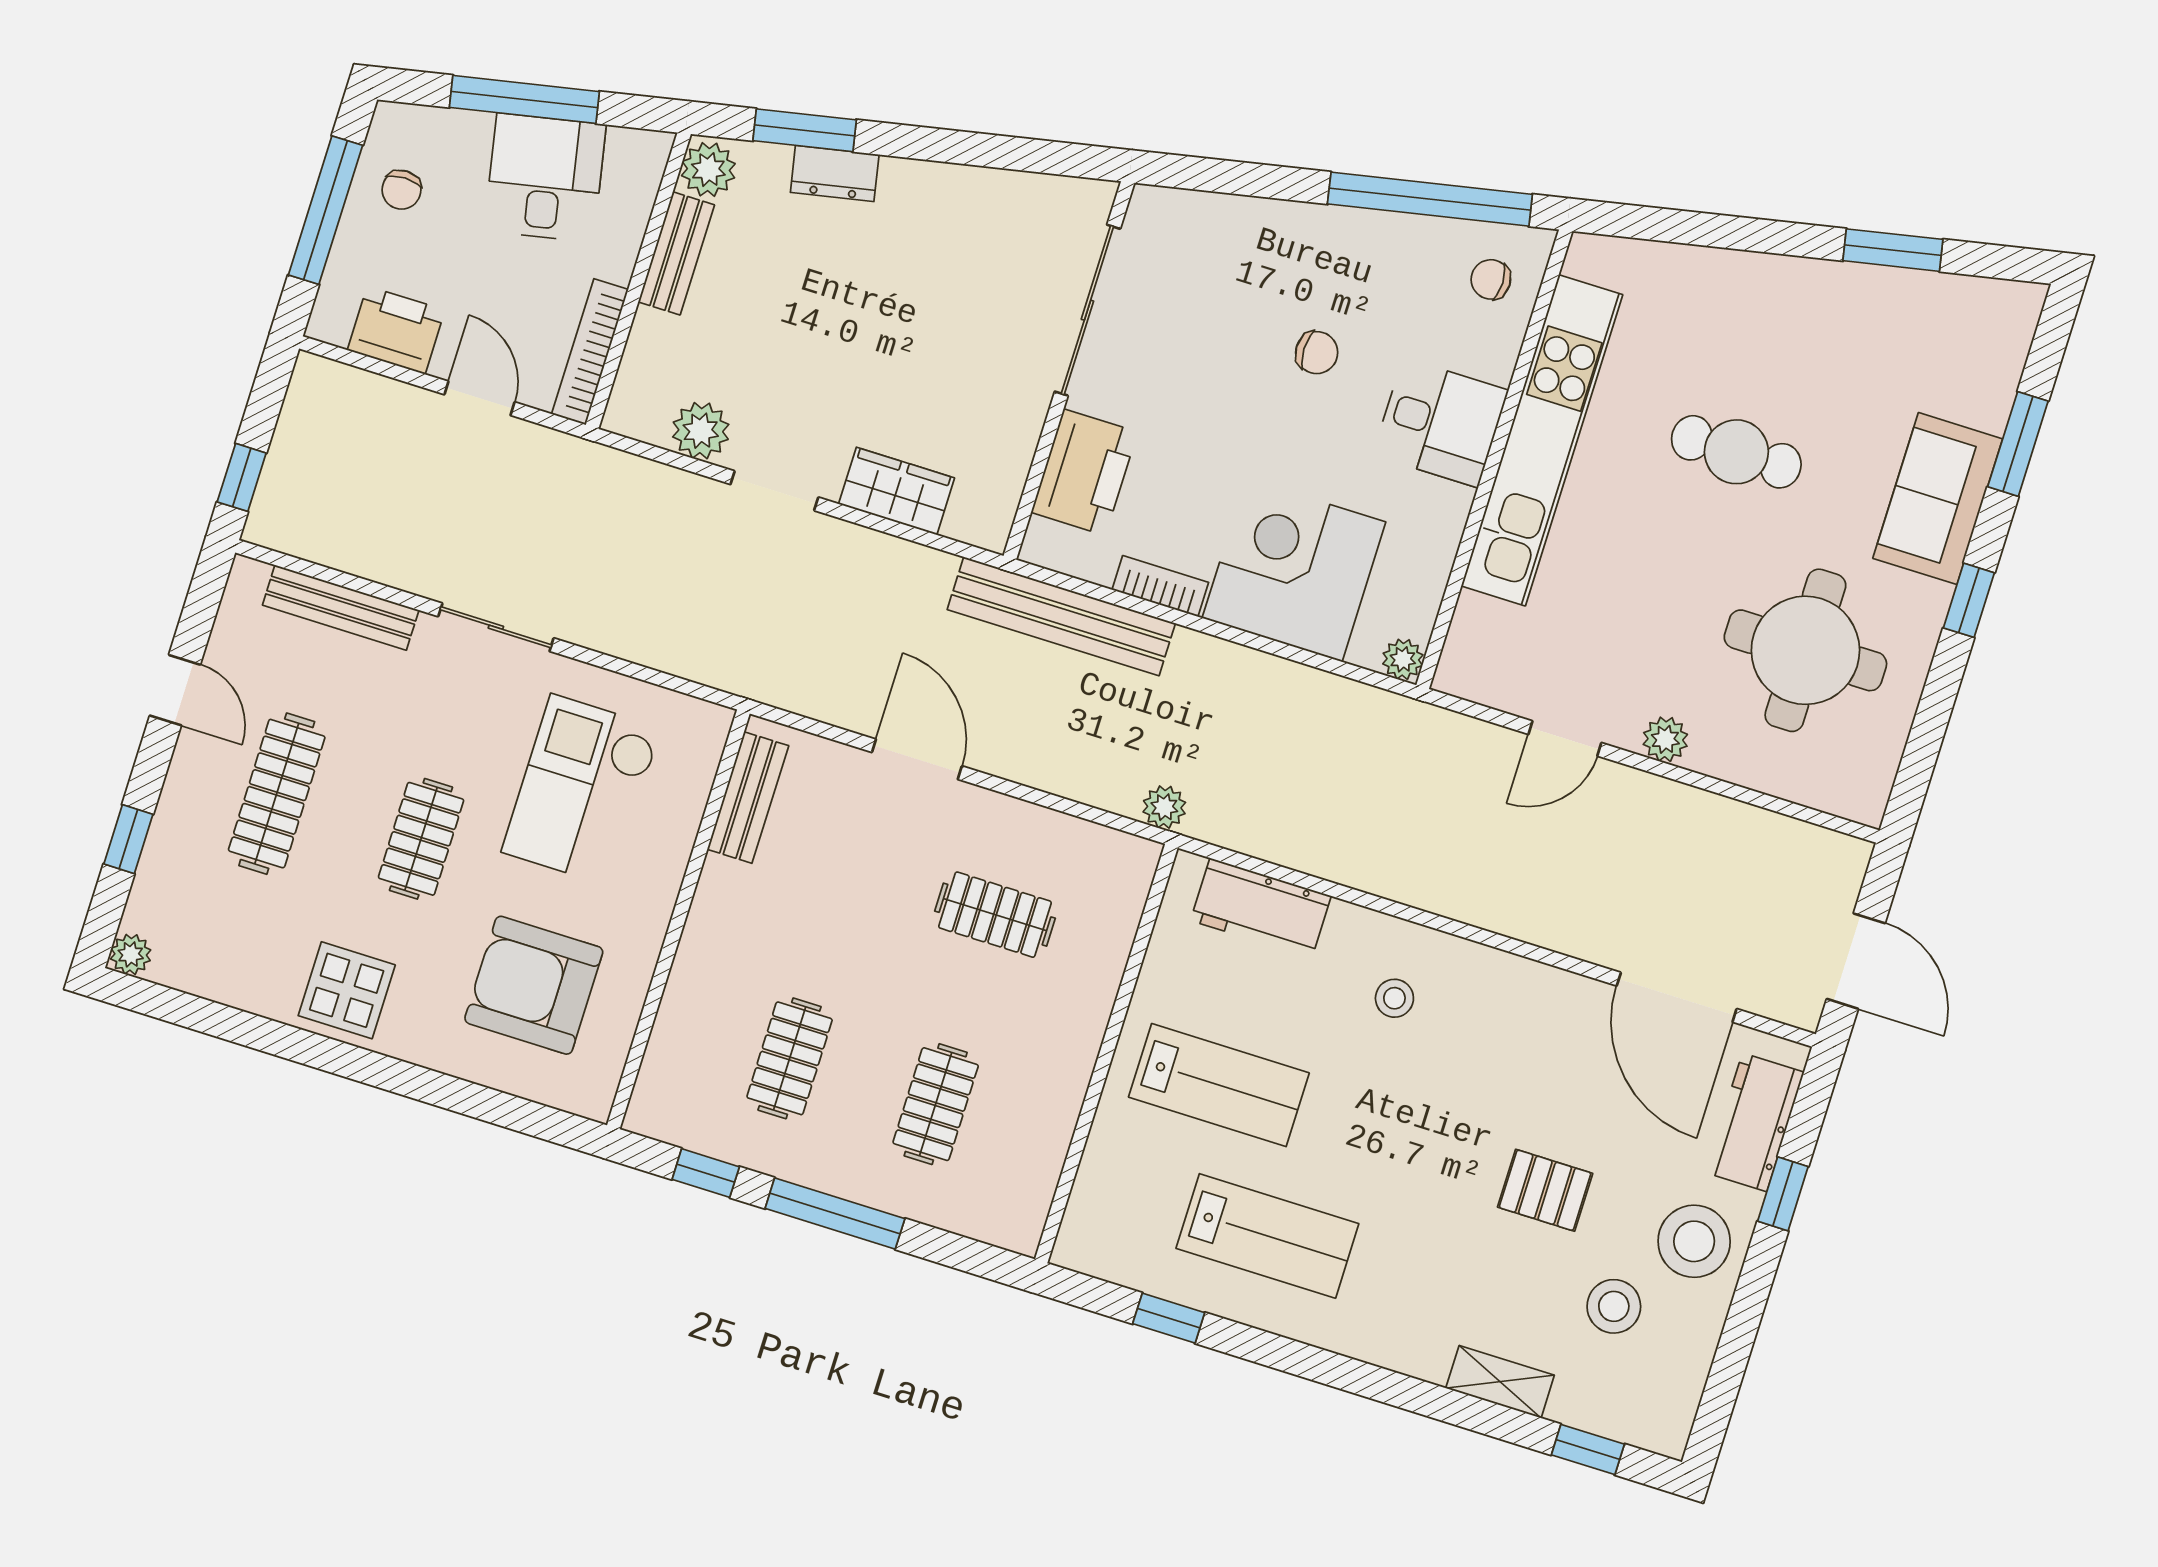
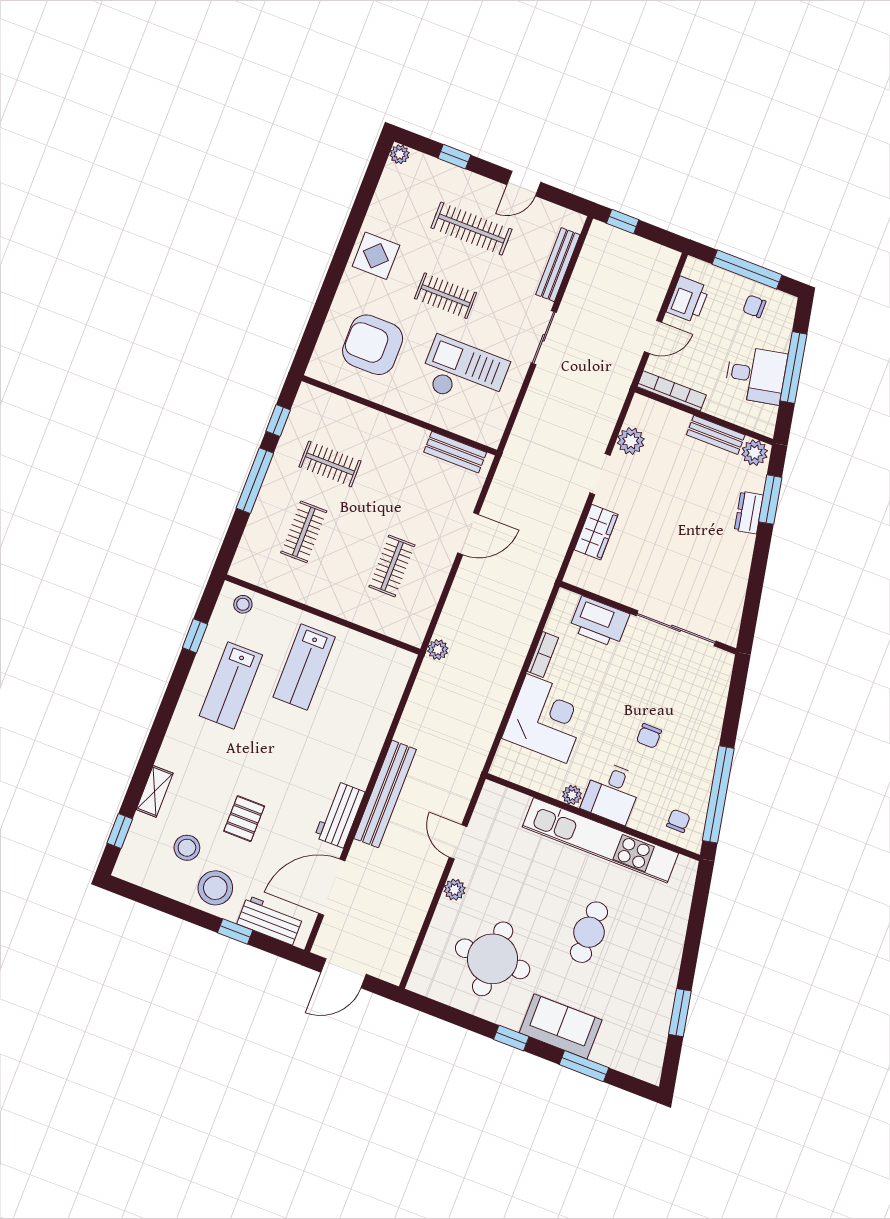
bench: (1061, 616) -> (385, 794), moved
plant: (1403, 659) -> (572, 795), moved
workbench: (1261, 908) -> (340, 815), moved
armchair: (534, 985) -> (373, 345), turned -90
stool: (1394, 998) -> (243, 604), moved
clothes rail: (936, 1104) -> (304, 532), turned 90

